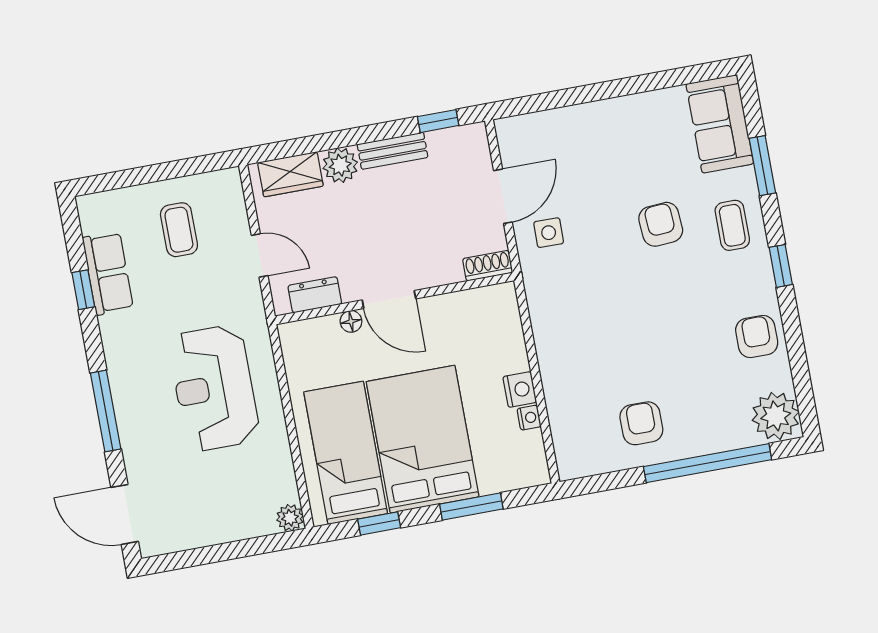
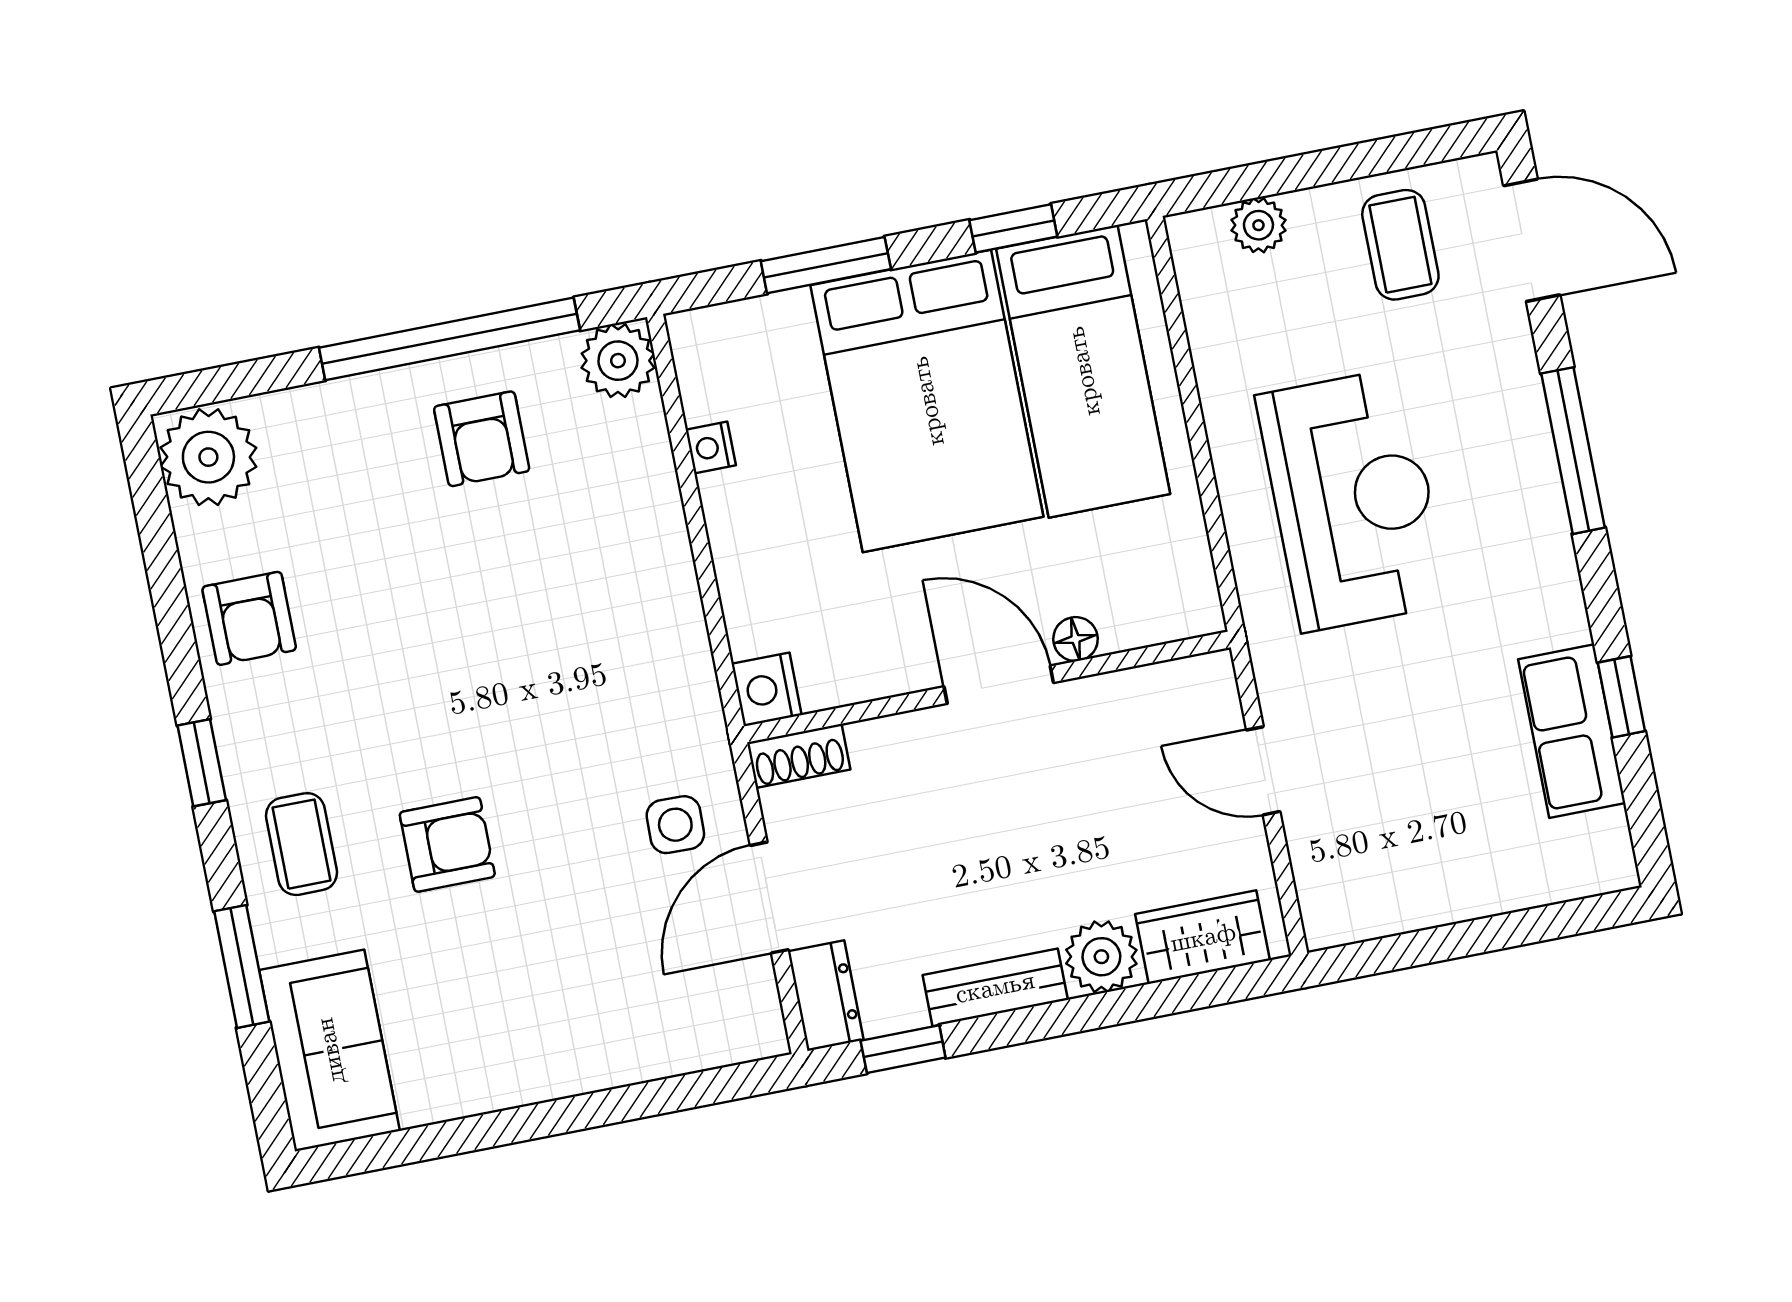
armchair: (661, 224) -> (447, 844), turned -86
coffee table: (179, 230) -> (1400, 245), moved
dresser: (315, 295) -> (826, 996), moved, turned -90
nightstand: (520, 389) -> (767, 689), moved
plant: (574, 461) -> (618, 361), added
window: (708, 463) -> (449, 339), moved
plant: (290, 518) -> (1258, 225), moved

